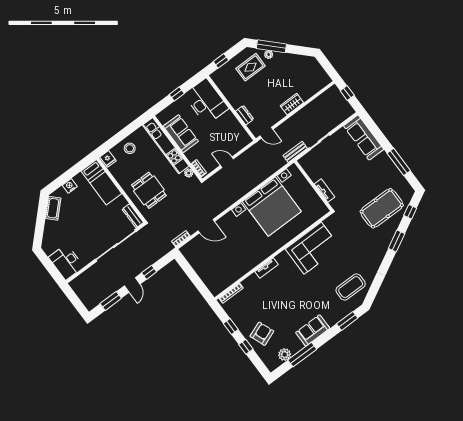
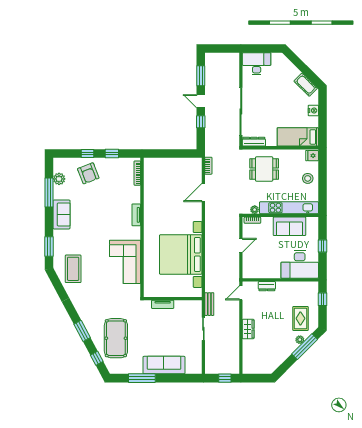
sofa: (364, 138) -> (164, 365), moved

